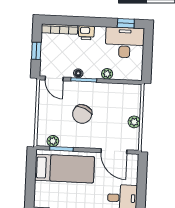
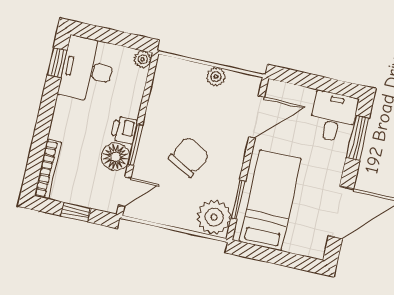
printer: (86, 33) -> (124, 130), moved, turned 180
floor lamp: (78, 73) -> (115, 157), width x1.89, depth x1.89
plant: (107, 74) -> (143, 59), moved
chair: (82, 114) -> (189, 157), turned -85
plant: (53, 141) -> (214, 217), width x1.88, depth x1.88

